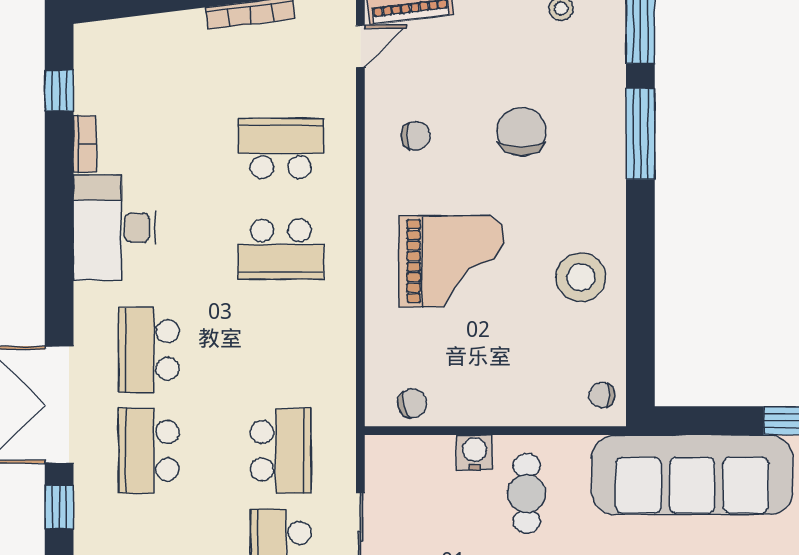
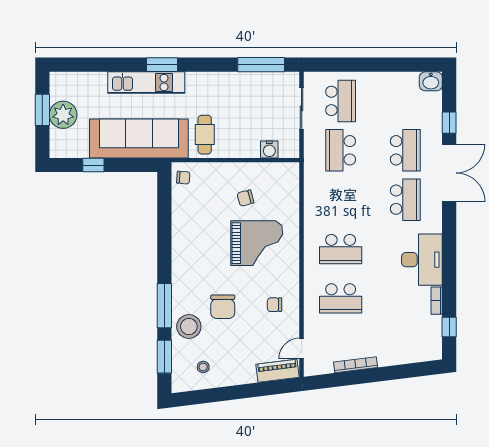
school desk: (281, 249) -> (341, 249), turned 180
grand piano: (452, 261) -> (257, 243), turned 180
stool: (581, 277) -> (189, 326), moved
chair: (412, 403) -> (245, 198), moved
water cooler: (475, 452) -> (269, 149), moved
cafe table: (527, 494) -> (205, 135), moved

